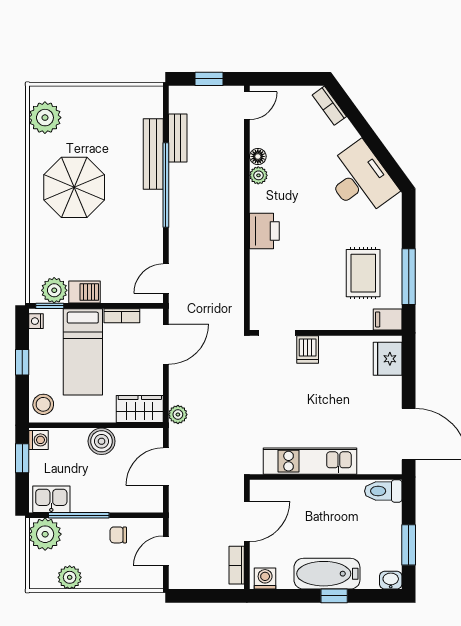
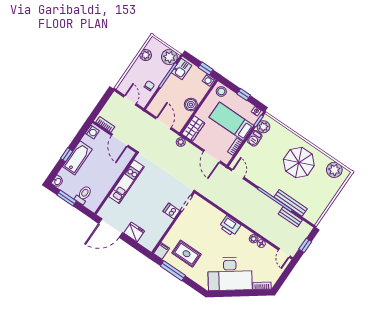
desk: (360, 180) -> (230, 274), width x1.36, depth x1.30
fridge: (388, 359) -> (134, 232), moved
toilet: (383, 491) -> (83, 195), moved

